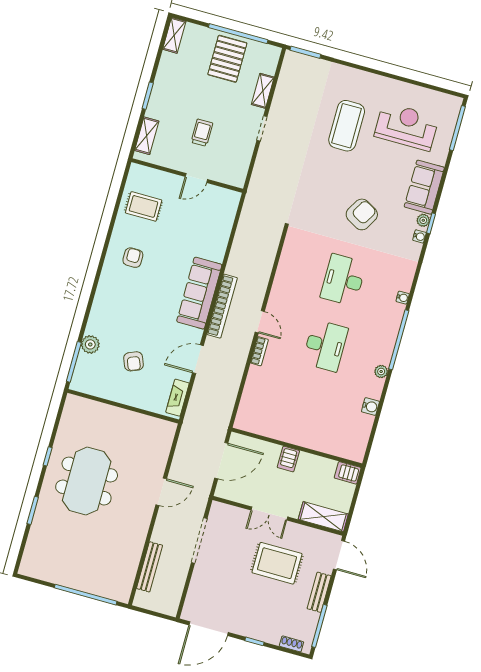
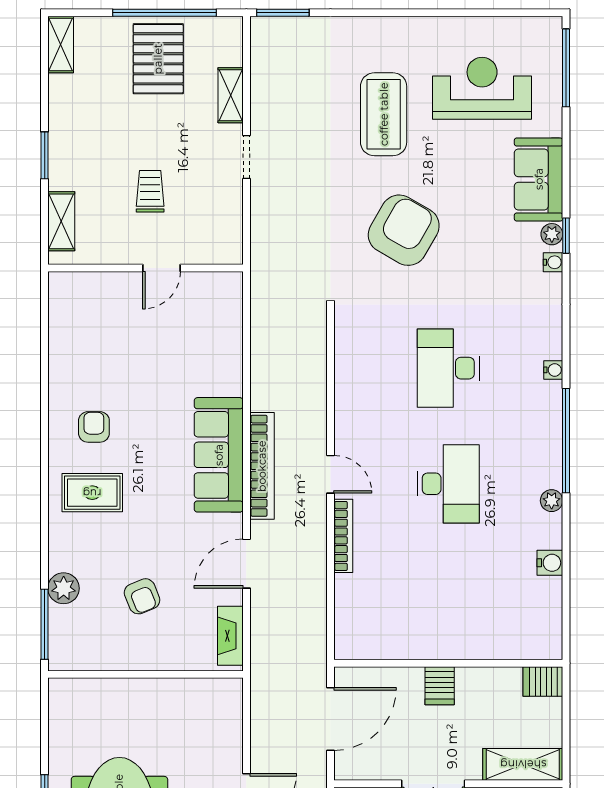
rug: (144, 206) -> (92, 493), moved
armchair: (362, 214) -> (404, 230), moved, width x1.36, depth x1.36
bookcase: (259, 351) -> (343, 536), width x1.56

